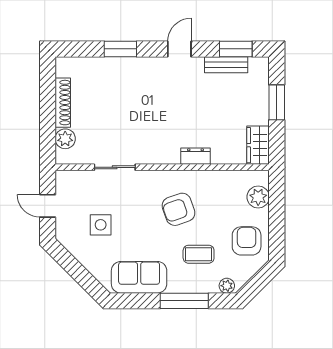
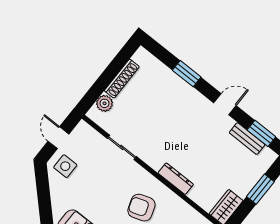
dresser: (195, 156) -> (176, 179), width x1.44
side table: (101, 225) -> (65, 166), moved

